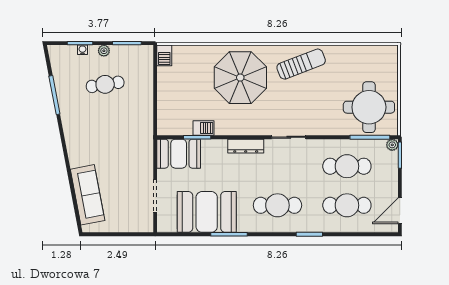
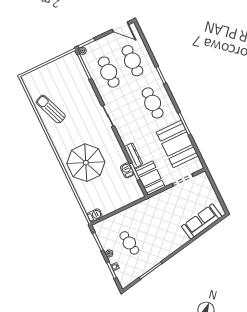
sun lounger: (301, 64) -> (51, 109), moved
round table: (369, 107) -> (66, 76), removed
dresser: (246, 146) -> (133, 155), moved

